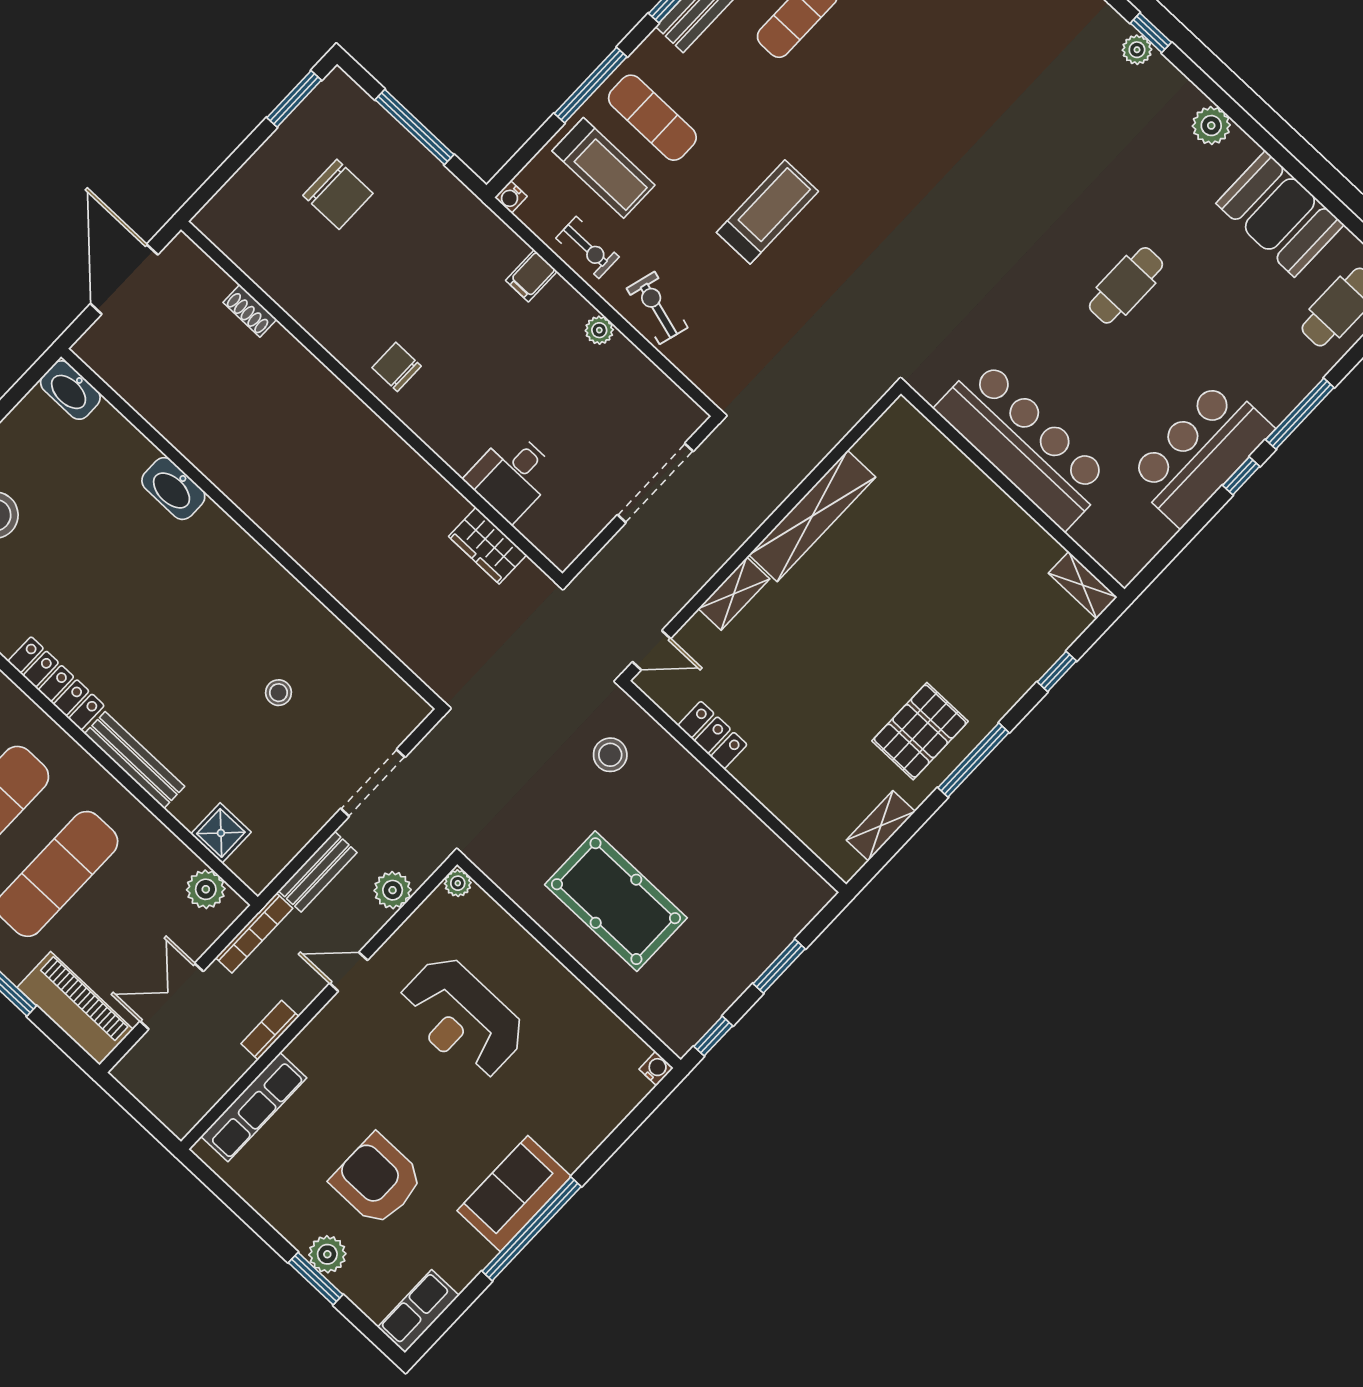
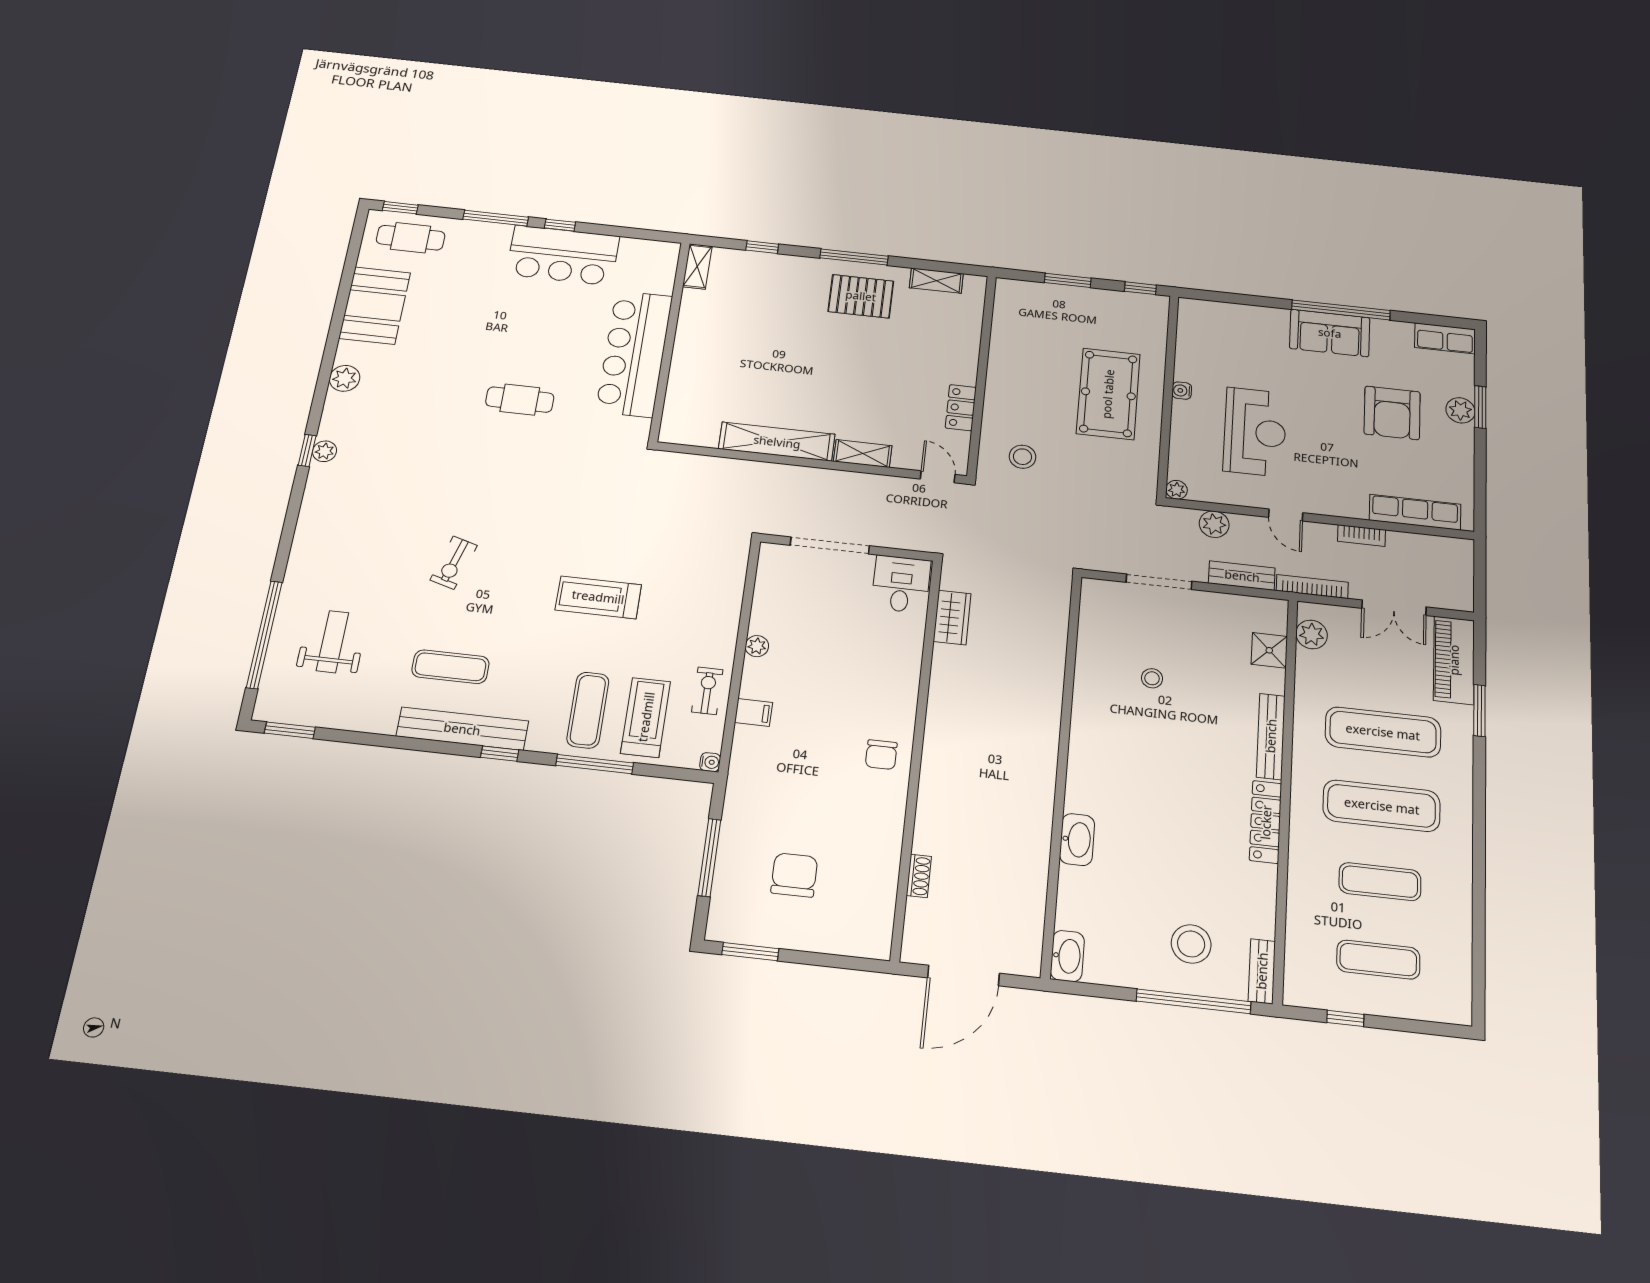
cafe table: (1126, 285) -> (520, 400), moved
exercise bike: (657, 308) -> (454, 563), moved
desk: (512, 476) -> (901, 584), moved, turned -90
water cooler: (656, 1069) -> (1182, 391), moved

